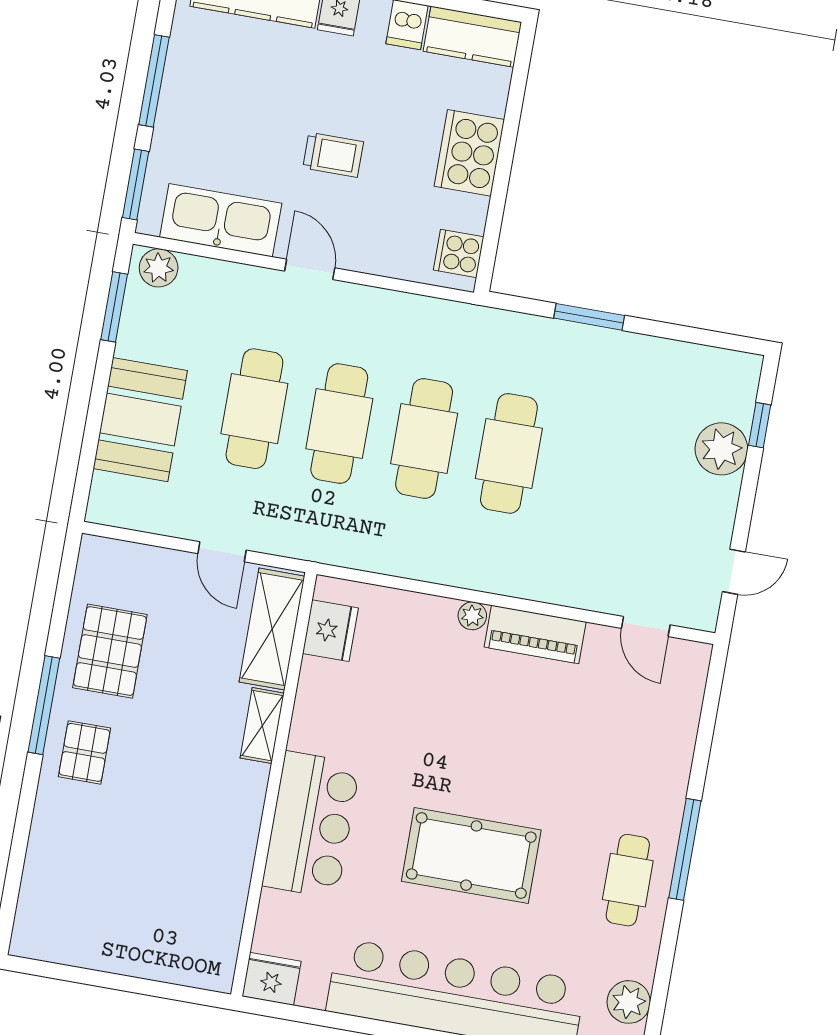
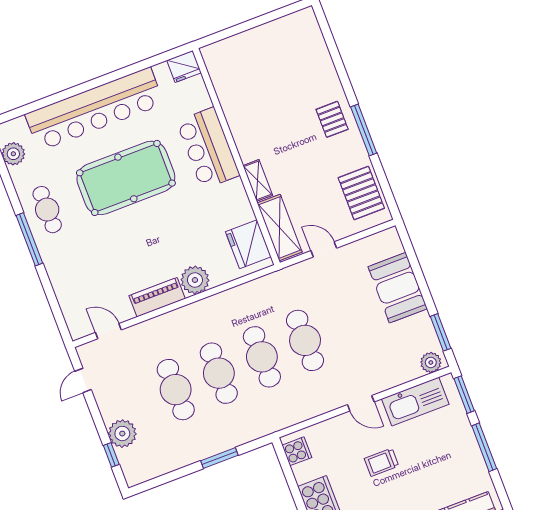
cafe table: (254, 409) -> (176, 390), moved
plant: (472, 616) -> (195, 280), width x1.87, depth x1.87
fridge: (330, 631) -> (248, 244), width x1.36, depth x1.34
pallet: (110, 651) -> (361, 193), moved
pool table: (471, 856) -> (126, 178), width x1.36, depth x1.32

